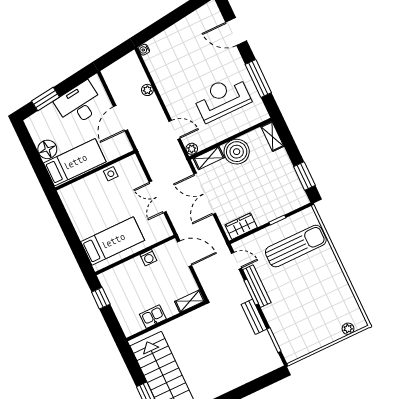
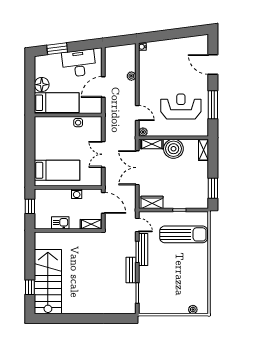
shelving: (190, 301) -> (91, 224), moved
kitchen sink: (153, 317) -> (60, 223), moved
wall: (166, 321) -> (68, 230), moved

